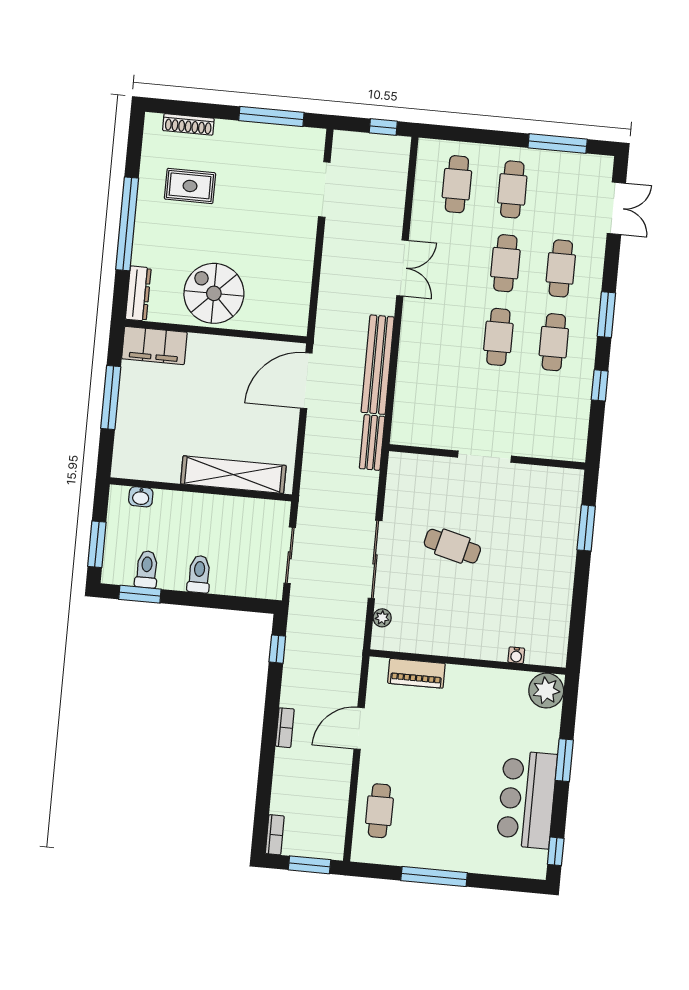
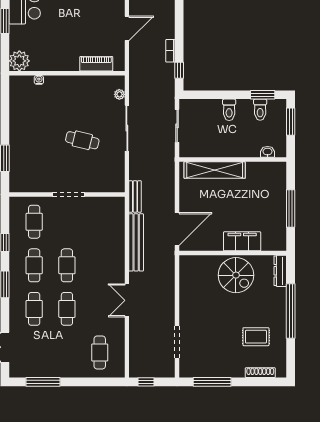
cafe table: (512, 189) -> (34, 222), moved
filing cabinet: (154, 345) -> (242, 241), moved
bookcase: (285, 728) -> (170, 51), moved

